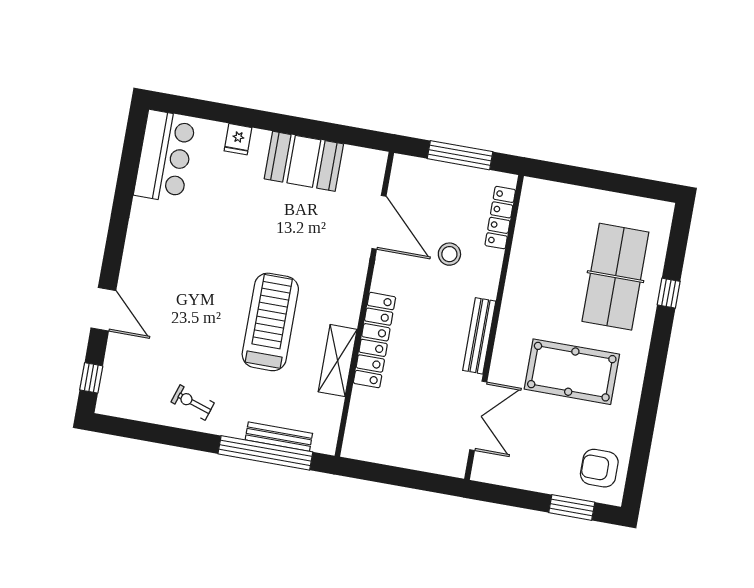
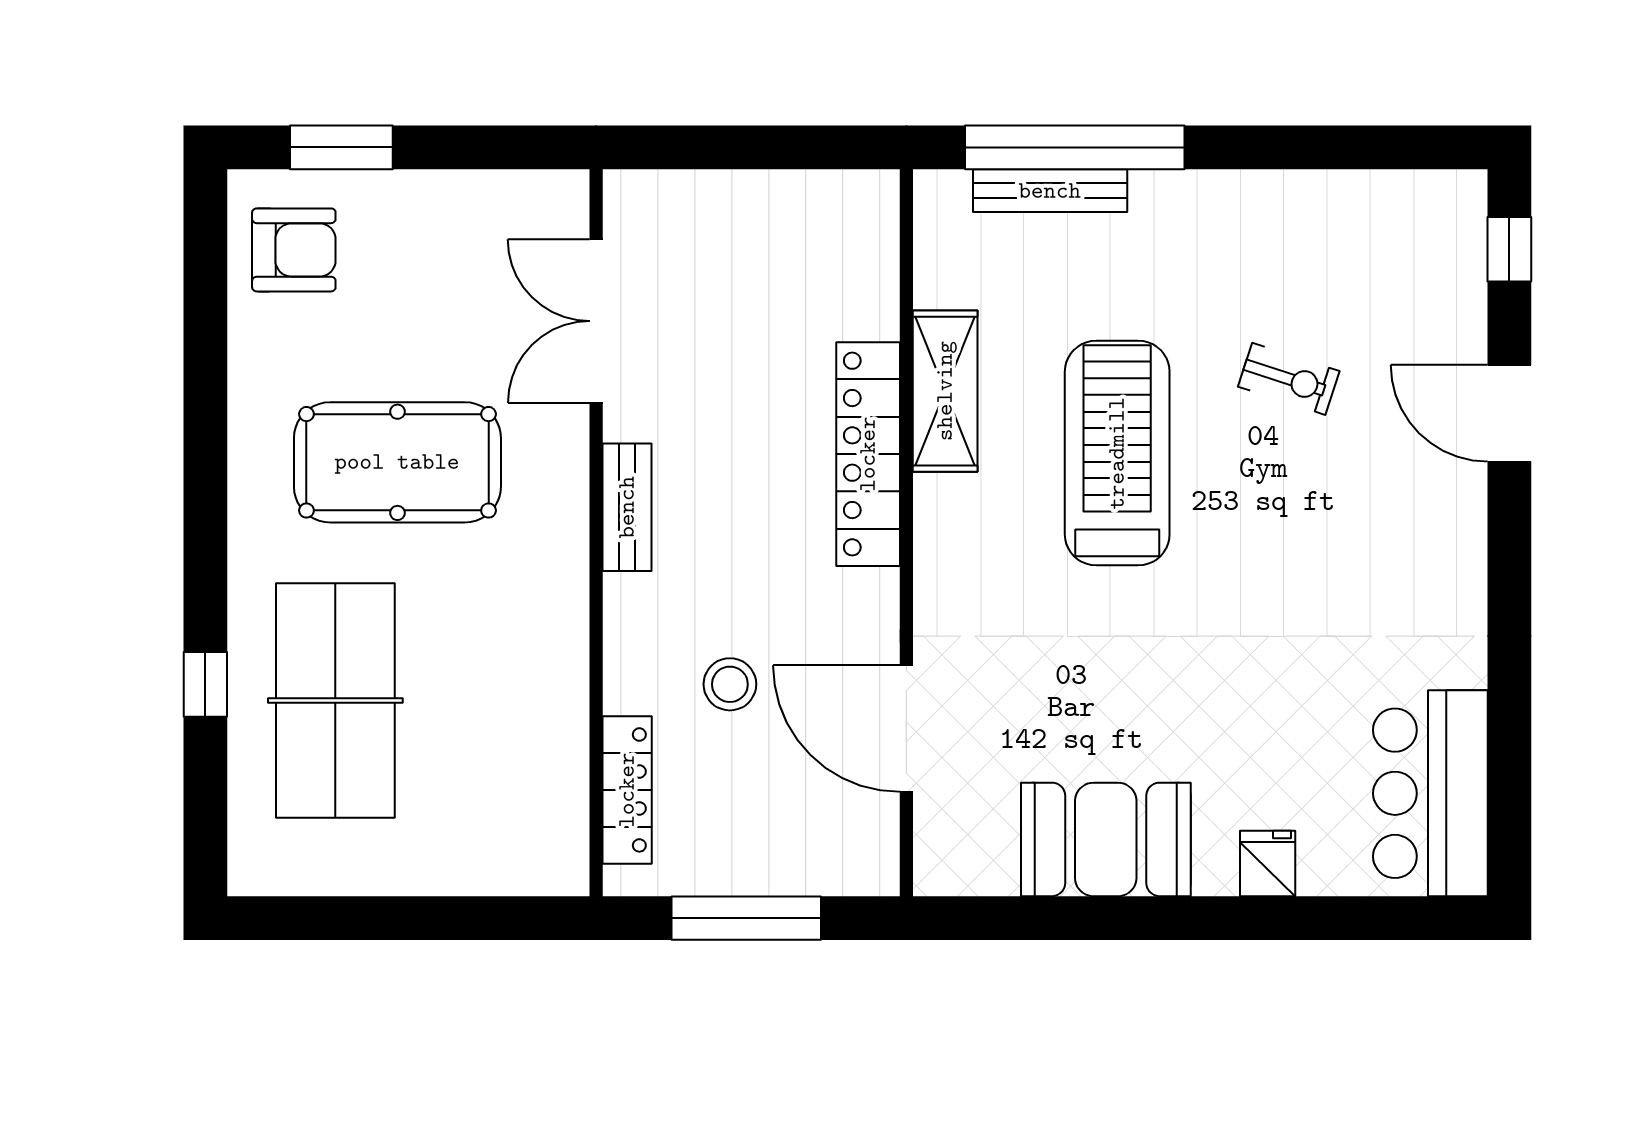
treadmill: (270, 322) -> (1117, 453), turned 180
bench: (479, 336) -> (627, 507), width x0.73
exercise bike: (193, 402) -> (1289, 379), moved

